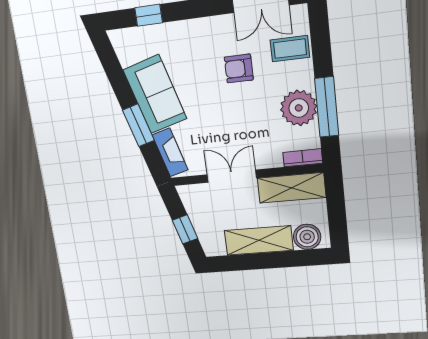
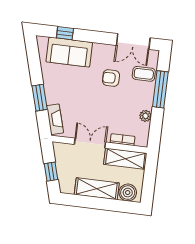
sofa: (155, 94) -> (69, 52), moved, turned 106
window: (327, 107) -> (160, 89), moved
plant: (299, 108) -> (145, 116), width x0.53, depth x0.53
bookcase: (303, 158) -> (123, 140), moved

